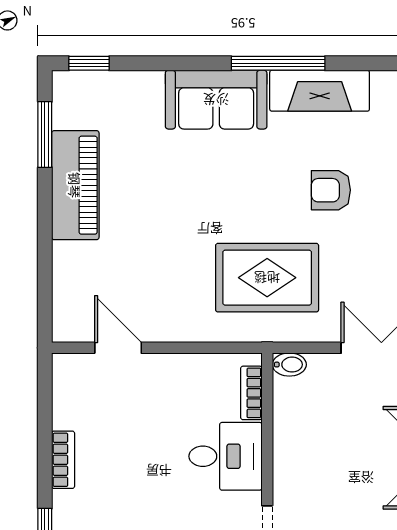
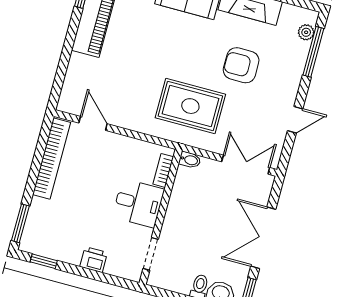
armchair: (331, 190) -> (241, 65), width x1.38, depth x1.38
bookcase: (63, 460) -> (52, 158), width x2.31, depth x1.31

